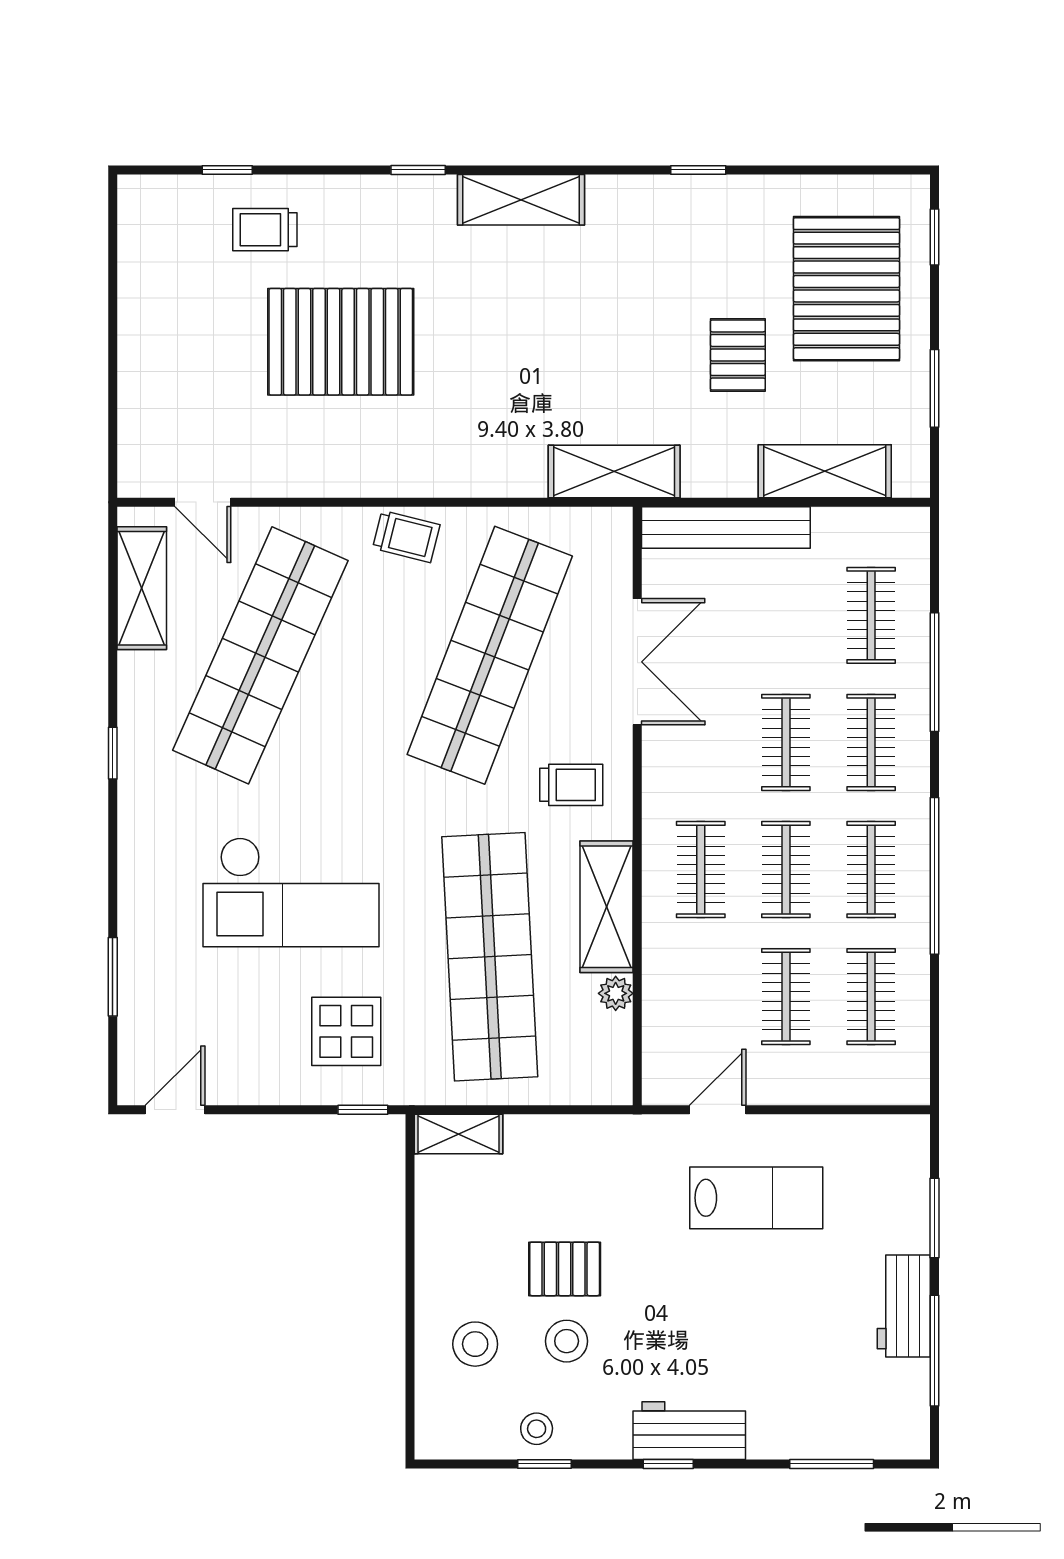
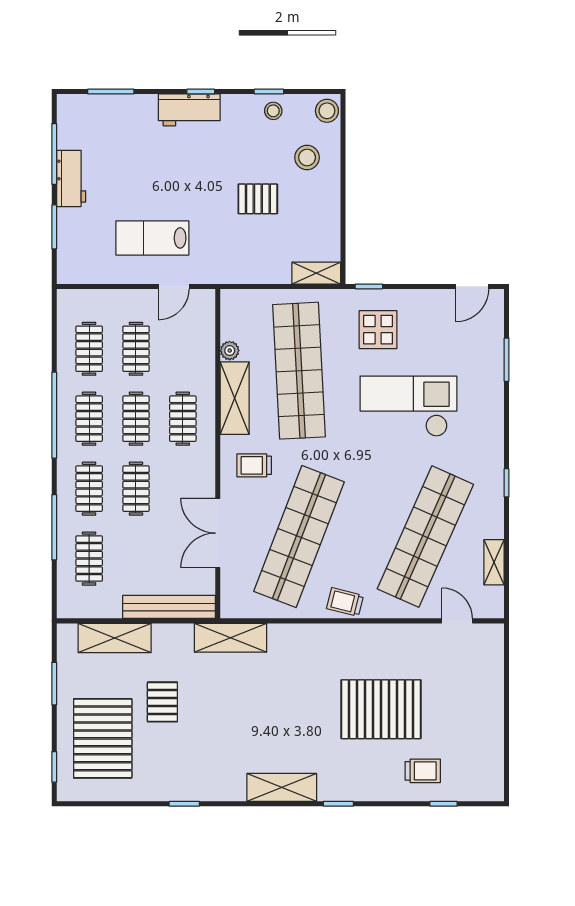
shelving: (142, 588) -> (494, 562), width x0.67, depth x0.75
stool: (567, 1341) -> (327, 111), moved

